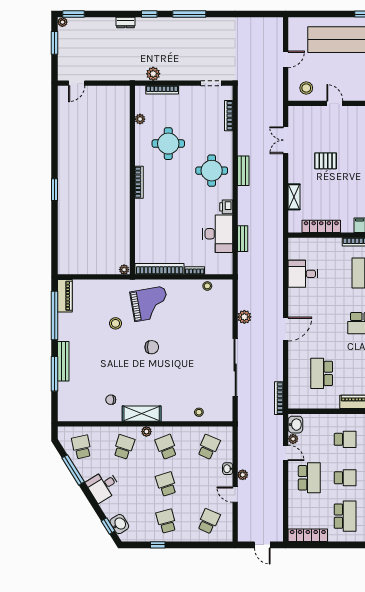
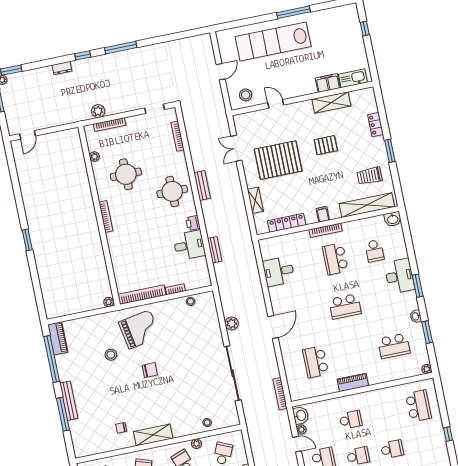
pallet: (326, 161) -> (278, 160), width x2.05, depth x2.00
desk: (218, 234) -> (189, 245), width x0.73
plant: (146, 432) -> (196, 444), moved

